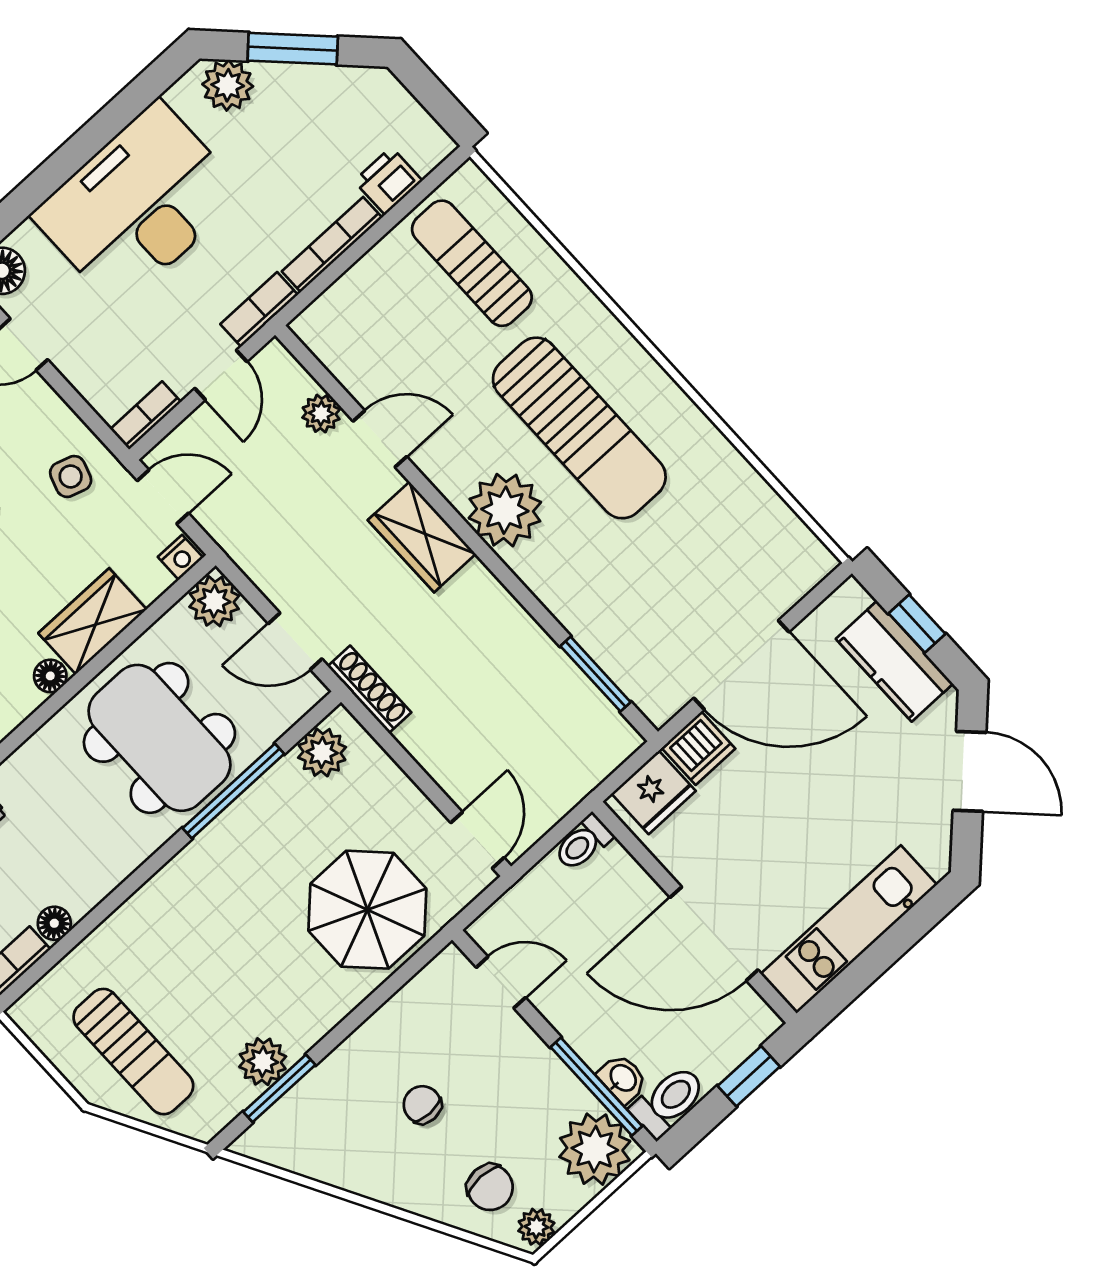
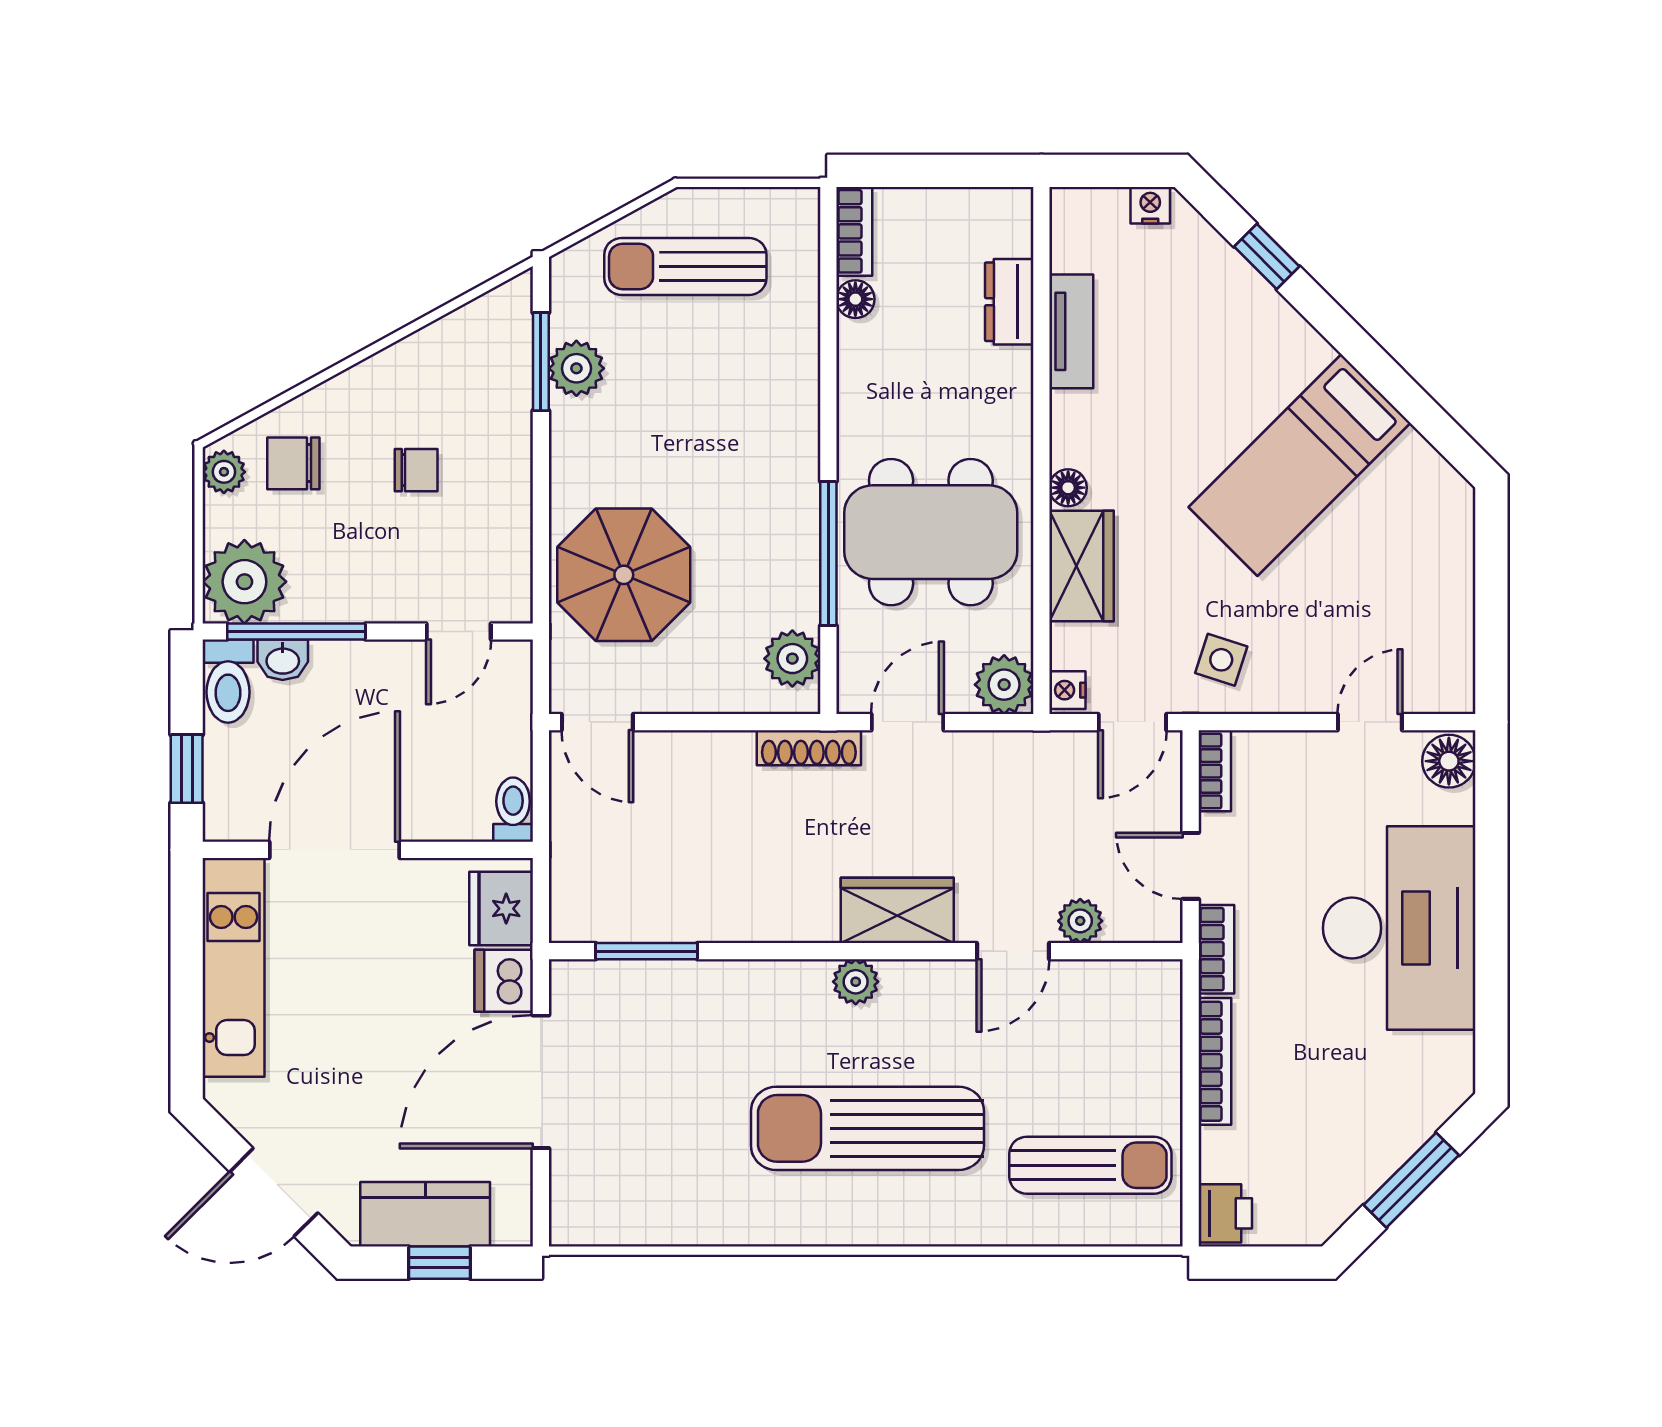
plant: (228, 85) -> (1431, 1097), removed
printer: (388, 181) -> (1225, 1213), moved
plant: (505, 510) -> (856, 982), width x0.53, depth x0.53

